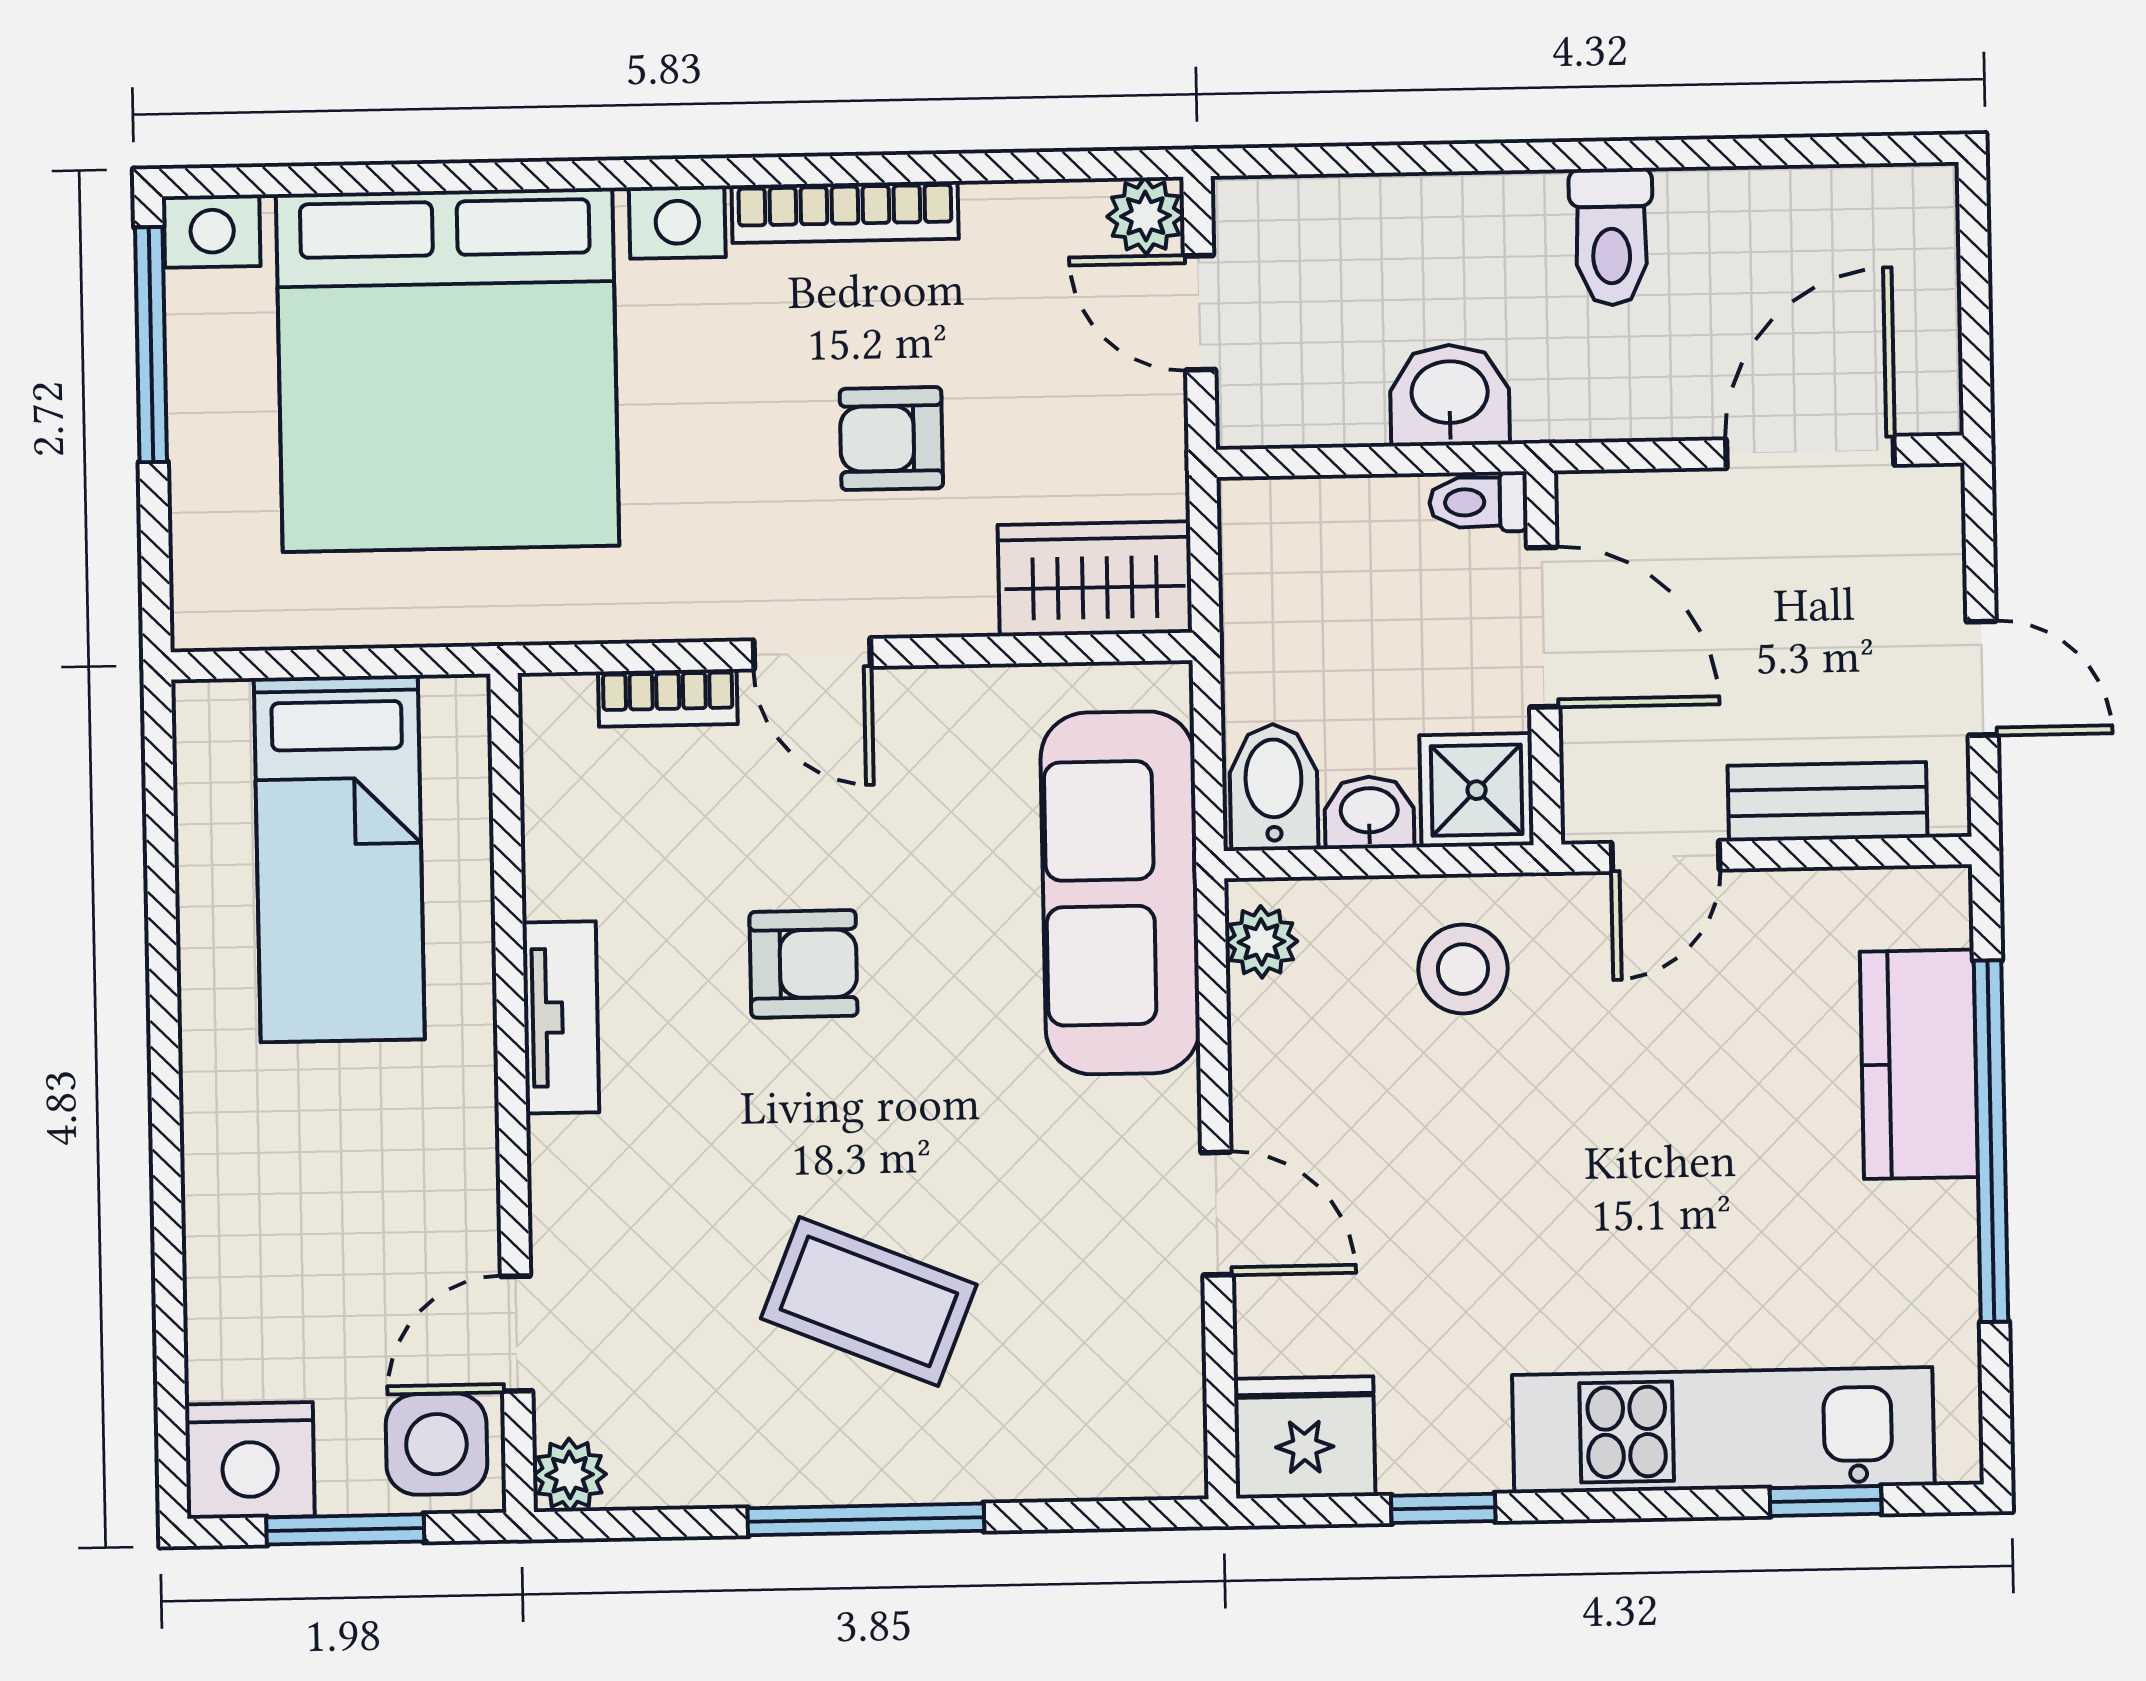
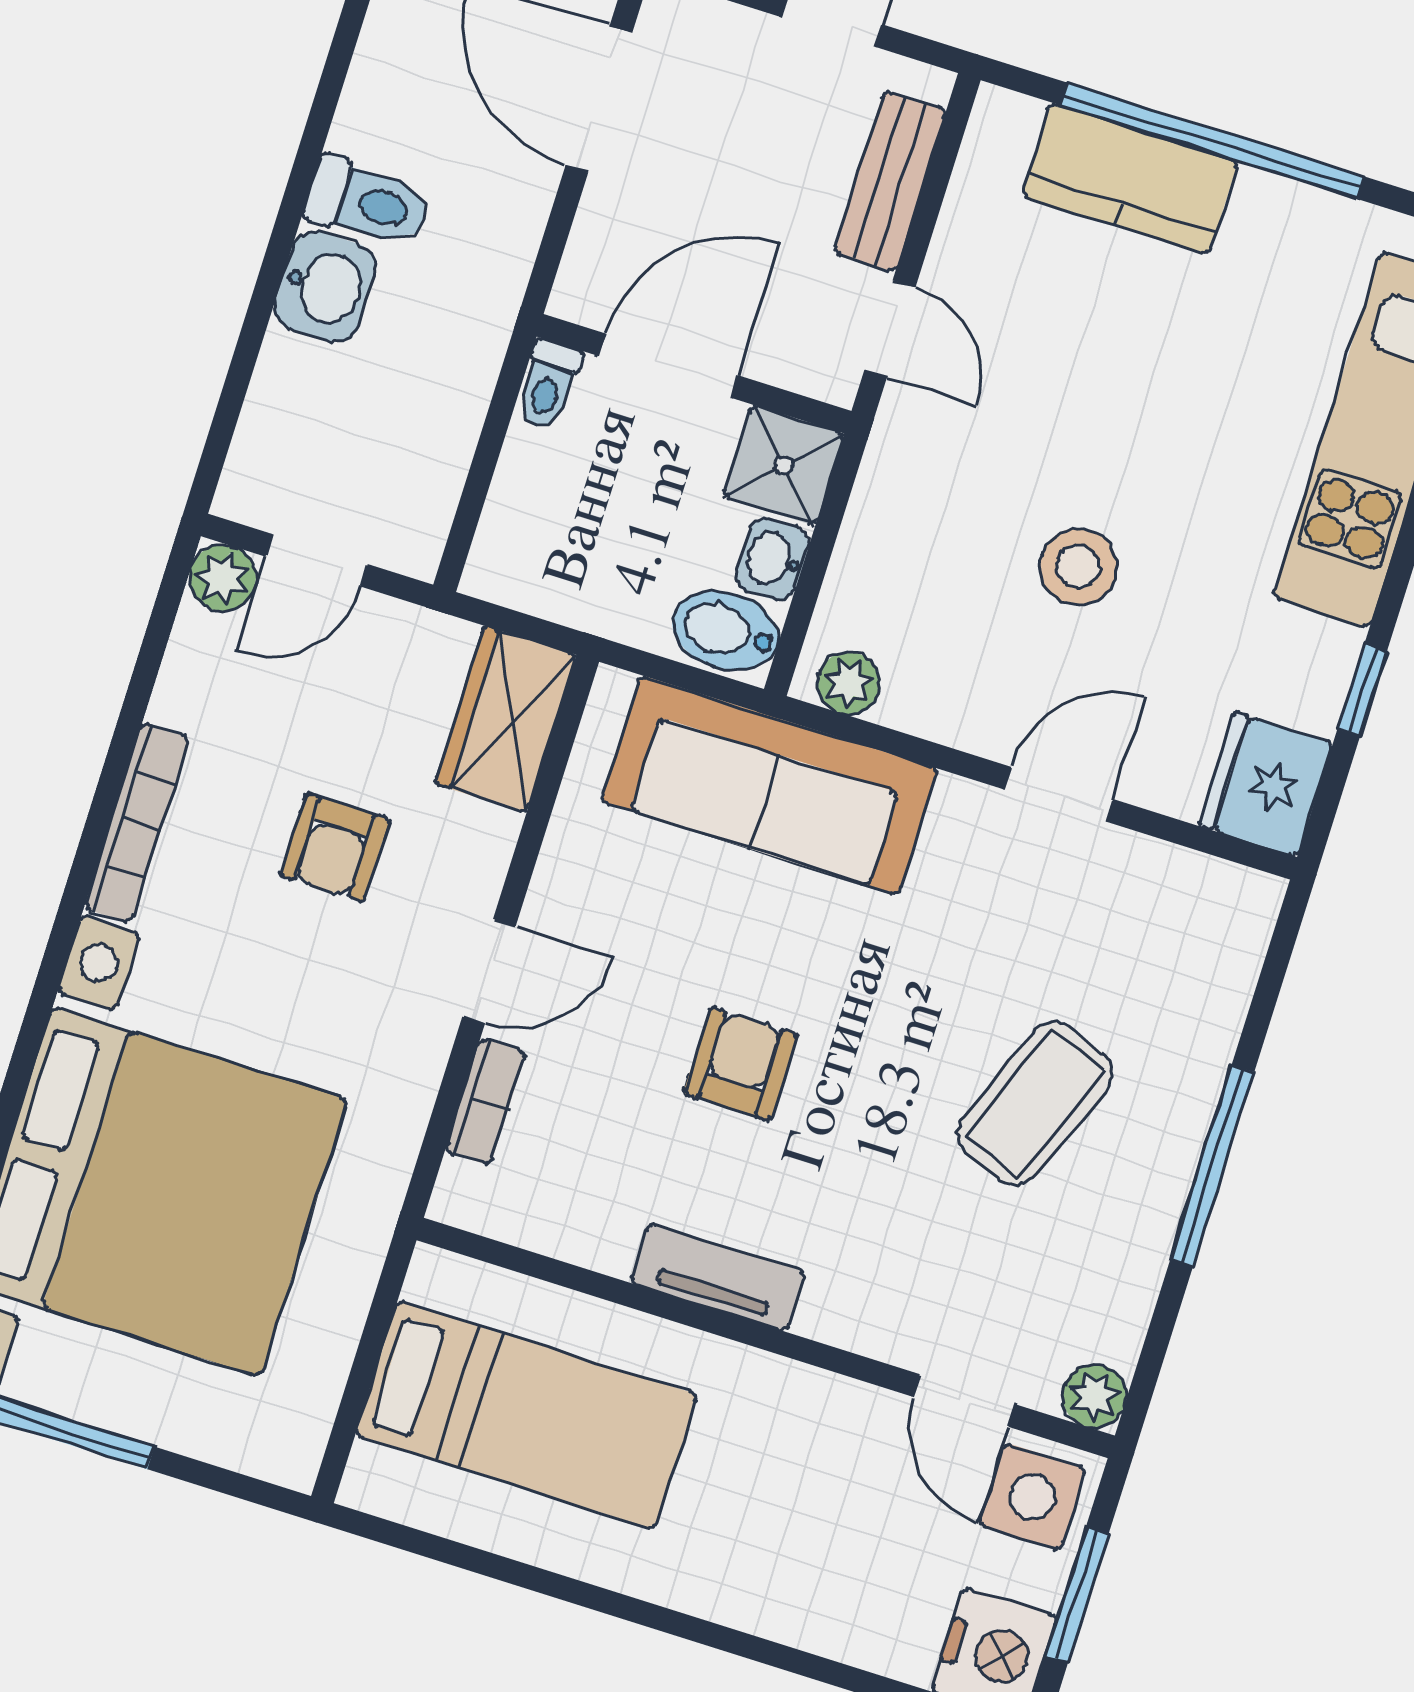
washbasin: (1450, 395) -> (325, 287), moved, turned 180
stool: (1463, 969) -> (1078, 567), moved

